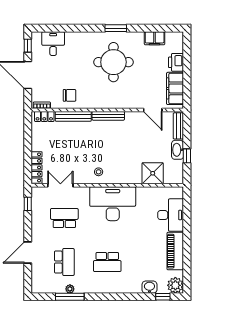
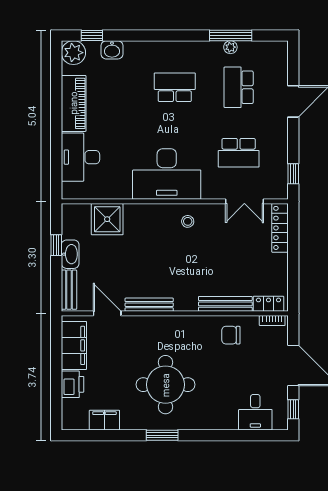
bench: (108, 116) -> (149, 305), moved

